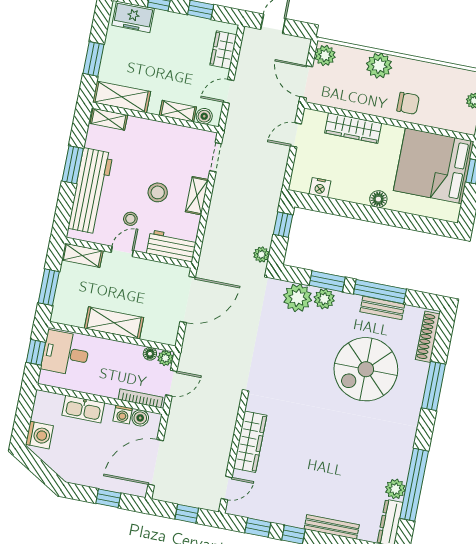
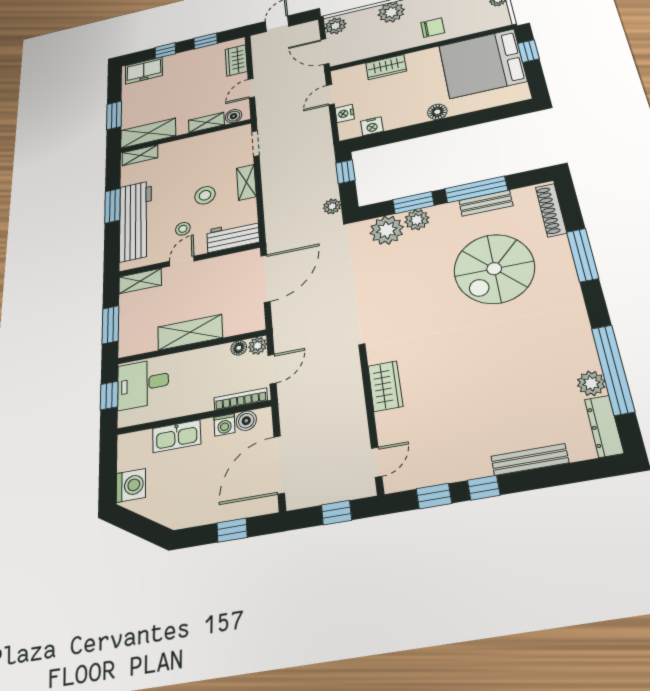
wardrobe: (353, 128) -> (386, 67), width x0.67
nightstand: (302, 162) -> (345, 114), added
wardrobe: (250, 442) -> (385, 386), width x0.67

